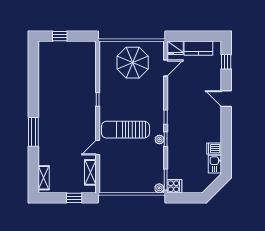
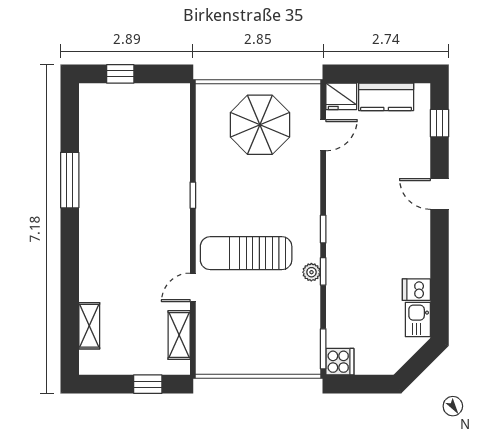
window: (33, 132) -> (70, 180), moved
shelving: (44, 178) -> (89, 326), moved
plant: (159, 188) -> (311, 366), removed

